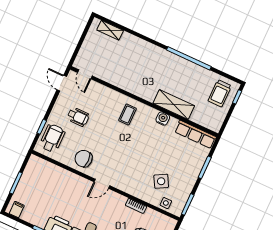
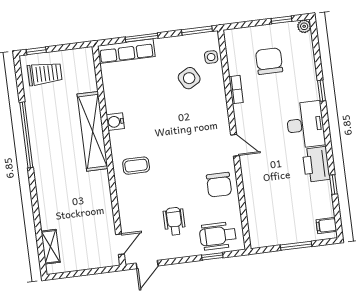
shelving: (174, 104) -> (92, 131), width x1.47
row of seats: (195, 134) -> (126, 51), moved, turned 90

